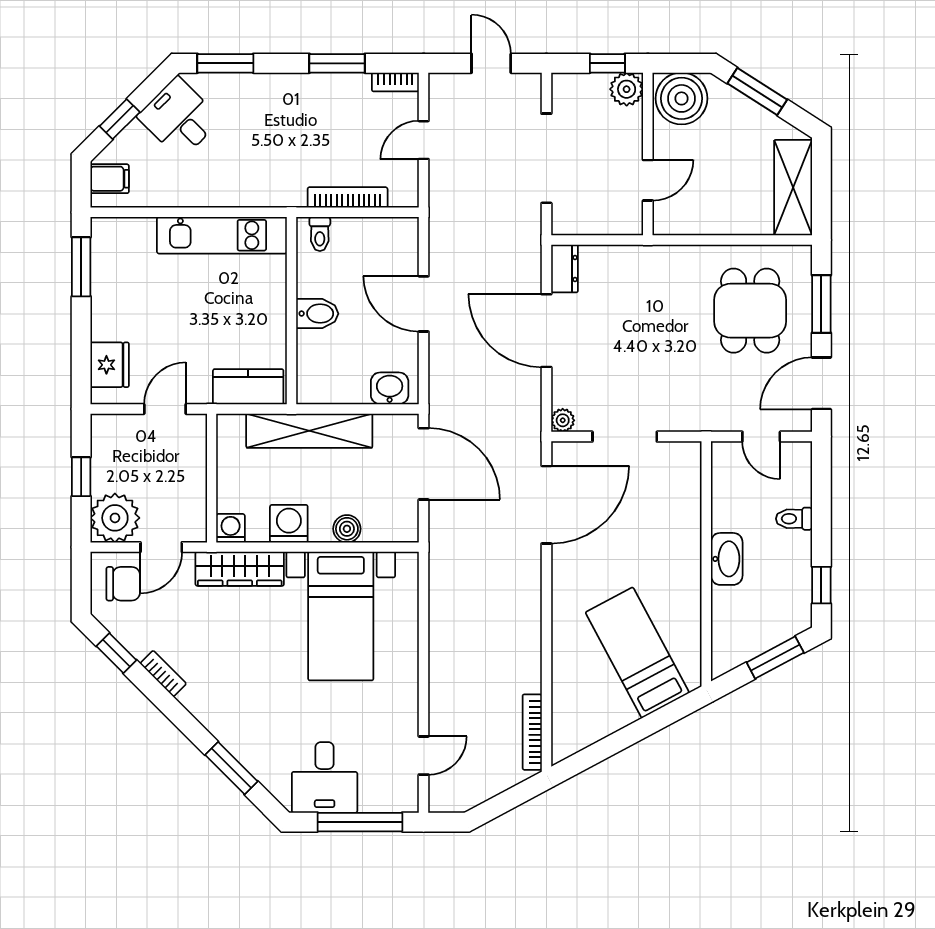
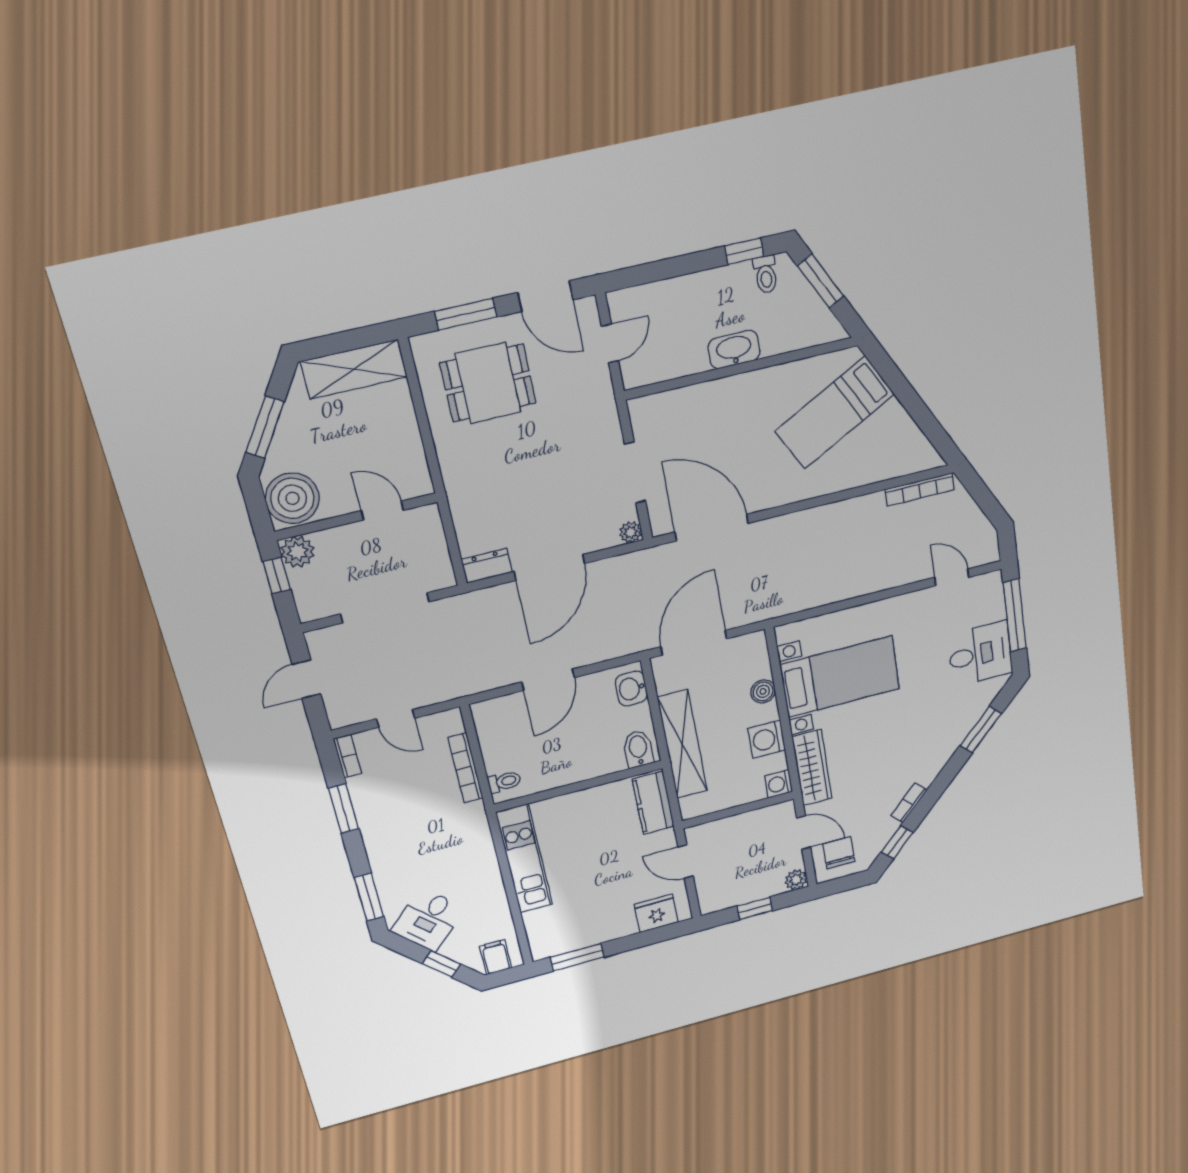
bidet: (317, 314) -> (638, 749), moved
plant: (115, 518) -> (796, 880), width x0.53, depth x0.53
toilet: (794, 519) -> (766, 274), moved

